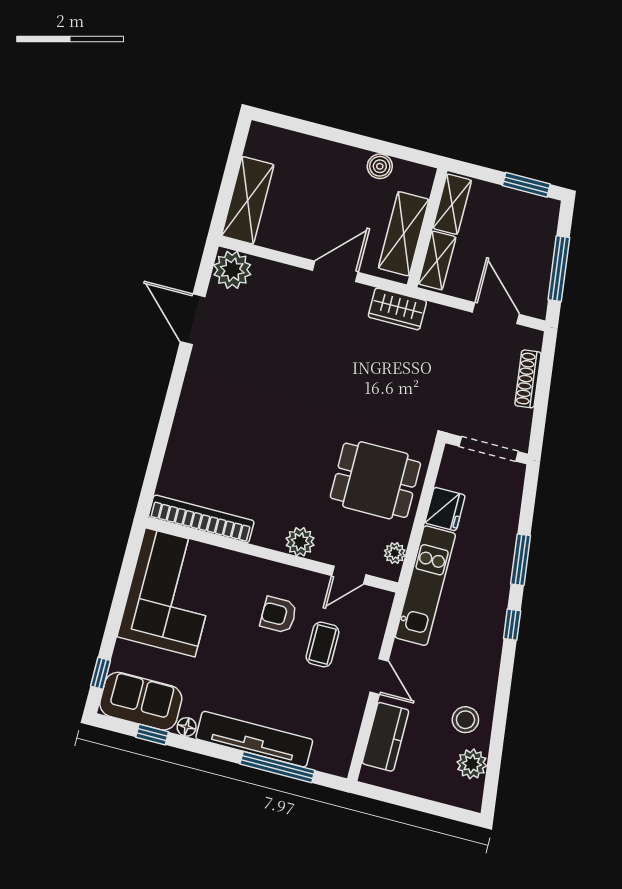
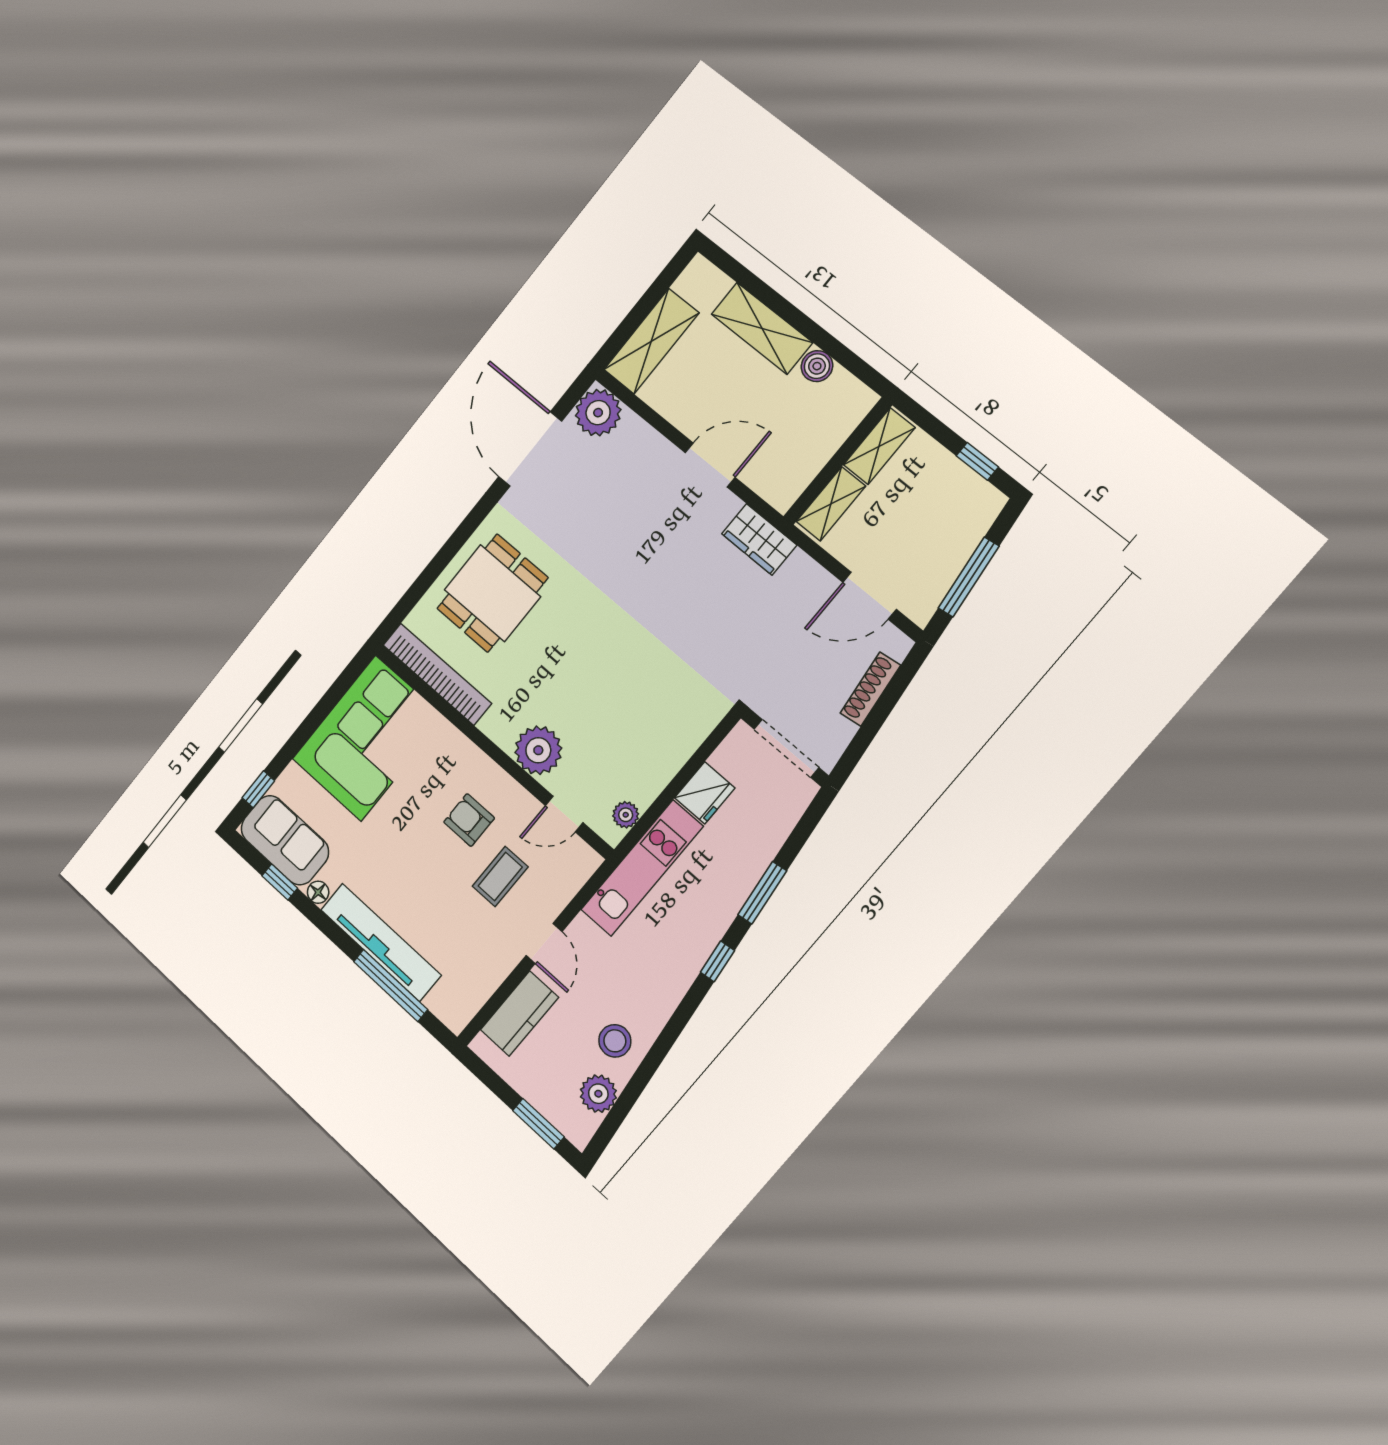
window: (526, 185) -> (977, 461), width x0.67
shelving: (404, 234) -> (762, 328), moved, turned 90
door: (496, 313) -> (870, 596), swing flipped
door: (193, 319) -> (530, 449), width x1.36
dining table: (375, 480) -> (492, 593), moved, turned 90
plant: (300, 542) -> (538, 750), width x1.36, depth x1.36
window: (438, 809) -> (538, 1124), added

